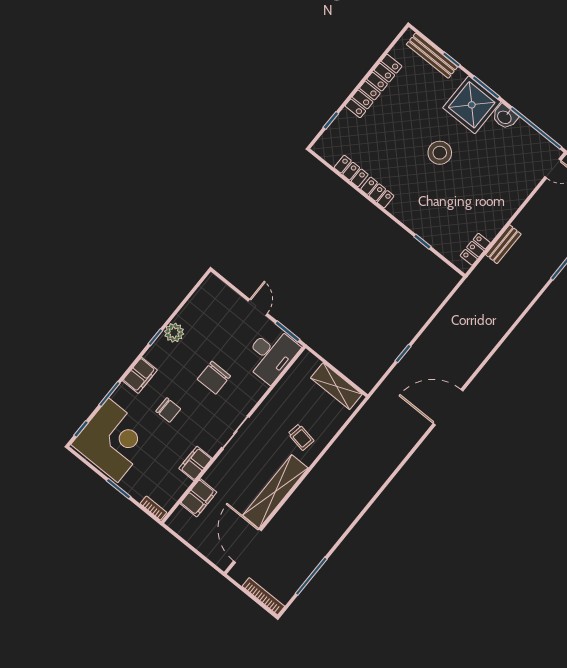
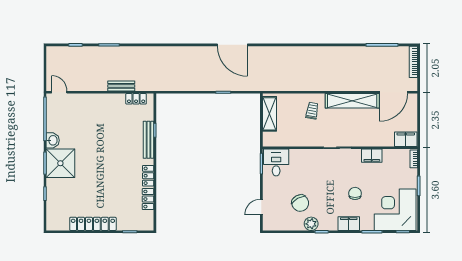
bench: (432, 56) -> (149, 140), moved
stool: (440, 153) -> (100, 160), removed
door: (258, 307) -> (261, 207), moved
desk: (271, 354) -> (276, 163), width x0.73
chair: (214, 378) -> (300, 203), moved, turned 61
filing cabinet: (198, 498) -> (406, 139), moved

